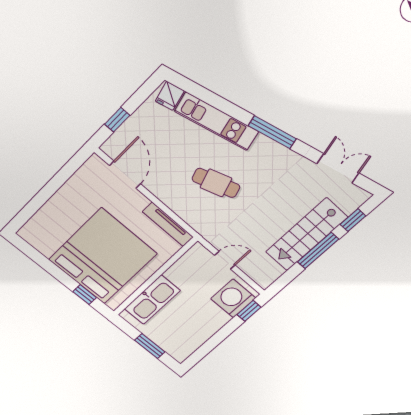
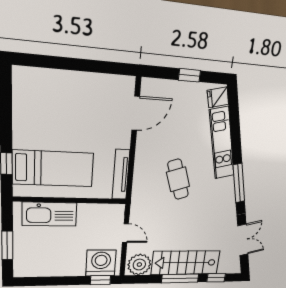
window: (117, 120) -> (189, 75), moved
bed: (103, 257) -> (53, 169), width x0.49
plant: (267, 272) -> (139, 265), added

